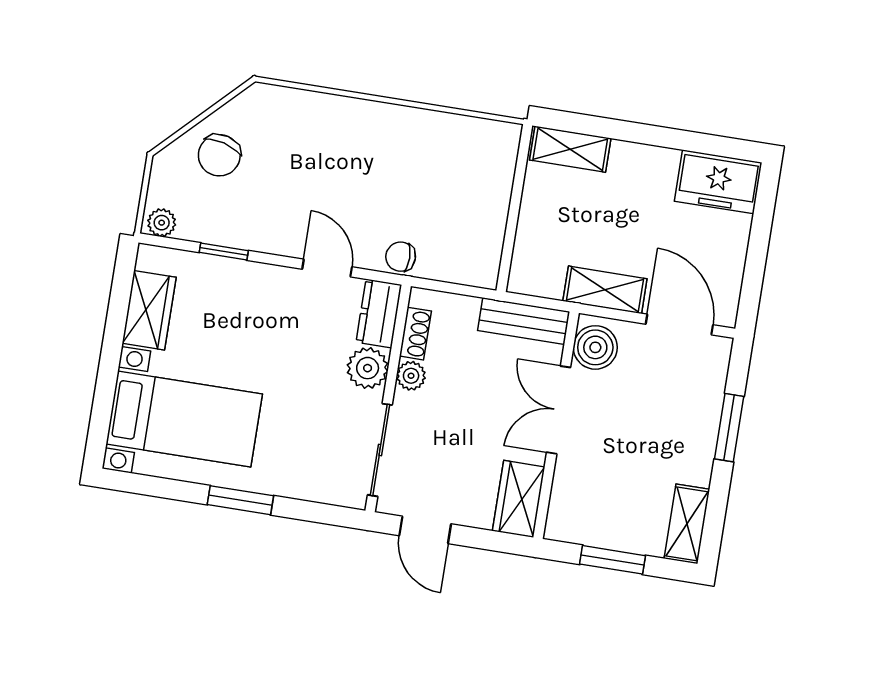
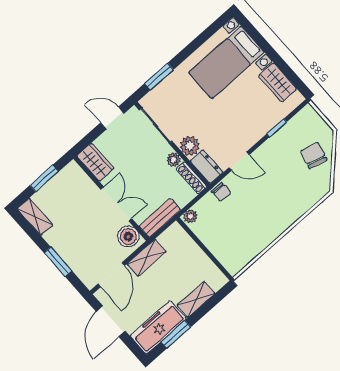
window: (690, 141) -> (176, 334), added
shelving: (570, 149) -> (196, 299), moved
freezer: (718, 182) -> (158, 327), width x1.40
plant: (162, 223) -> (190, 216), moved
chair: (401, 257) -> (221, 192), turned 90
door: (755, 264) -> (111, 321), added
door: (679, 324) -> (111, 275), hinge flipped
shoe rack: (415, 334) -> (191, 178), width x1.43
window: (240, 500) -> (159, 77), moved

